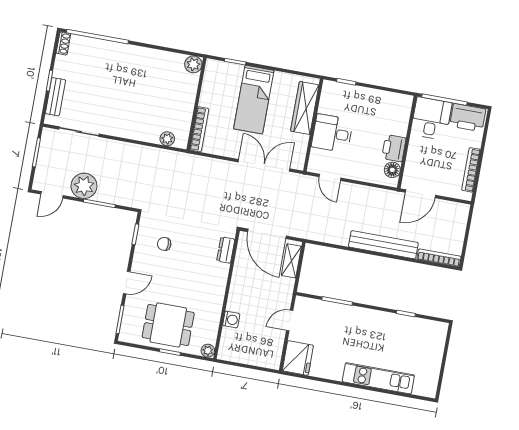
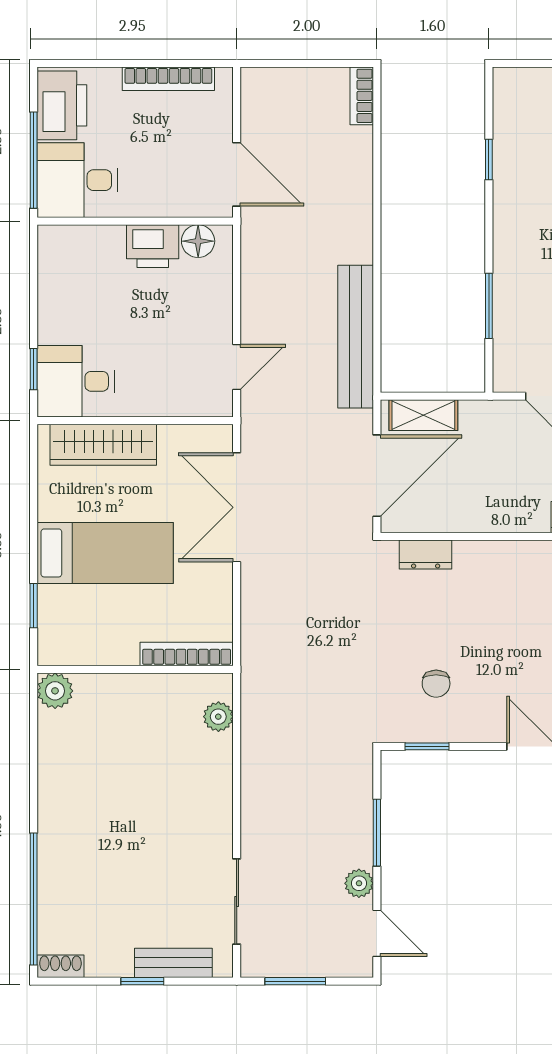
desk: (332, 133) -> (76, 381), moved, turned 90
plant: (84, 186) -> (359, 883), width x0.53, depth x0.53
bench: (383, 245) -> (356, 337), moved
bookcase: (439, 258) -> (362, 96), width x0.64

